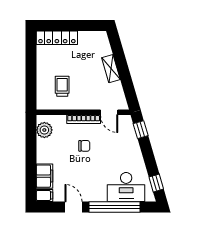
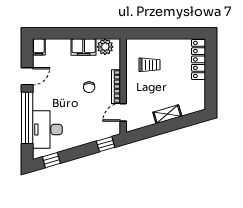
filing cabinet: (45, 176) -> (84, 47), moved

